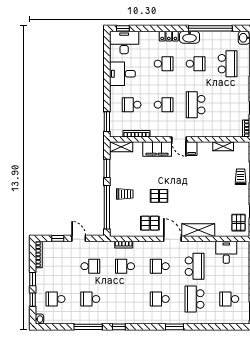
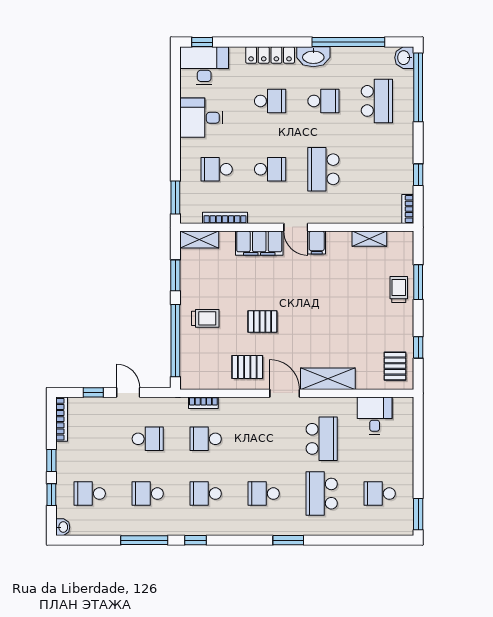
locker: (169, 36) -> (270, 55), width x1.53
school desk: (160, 266) -> (206, 494), moved

